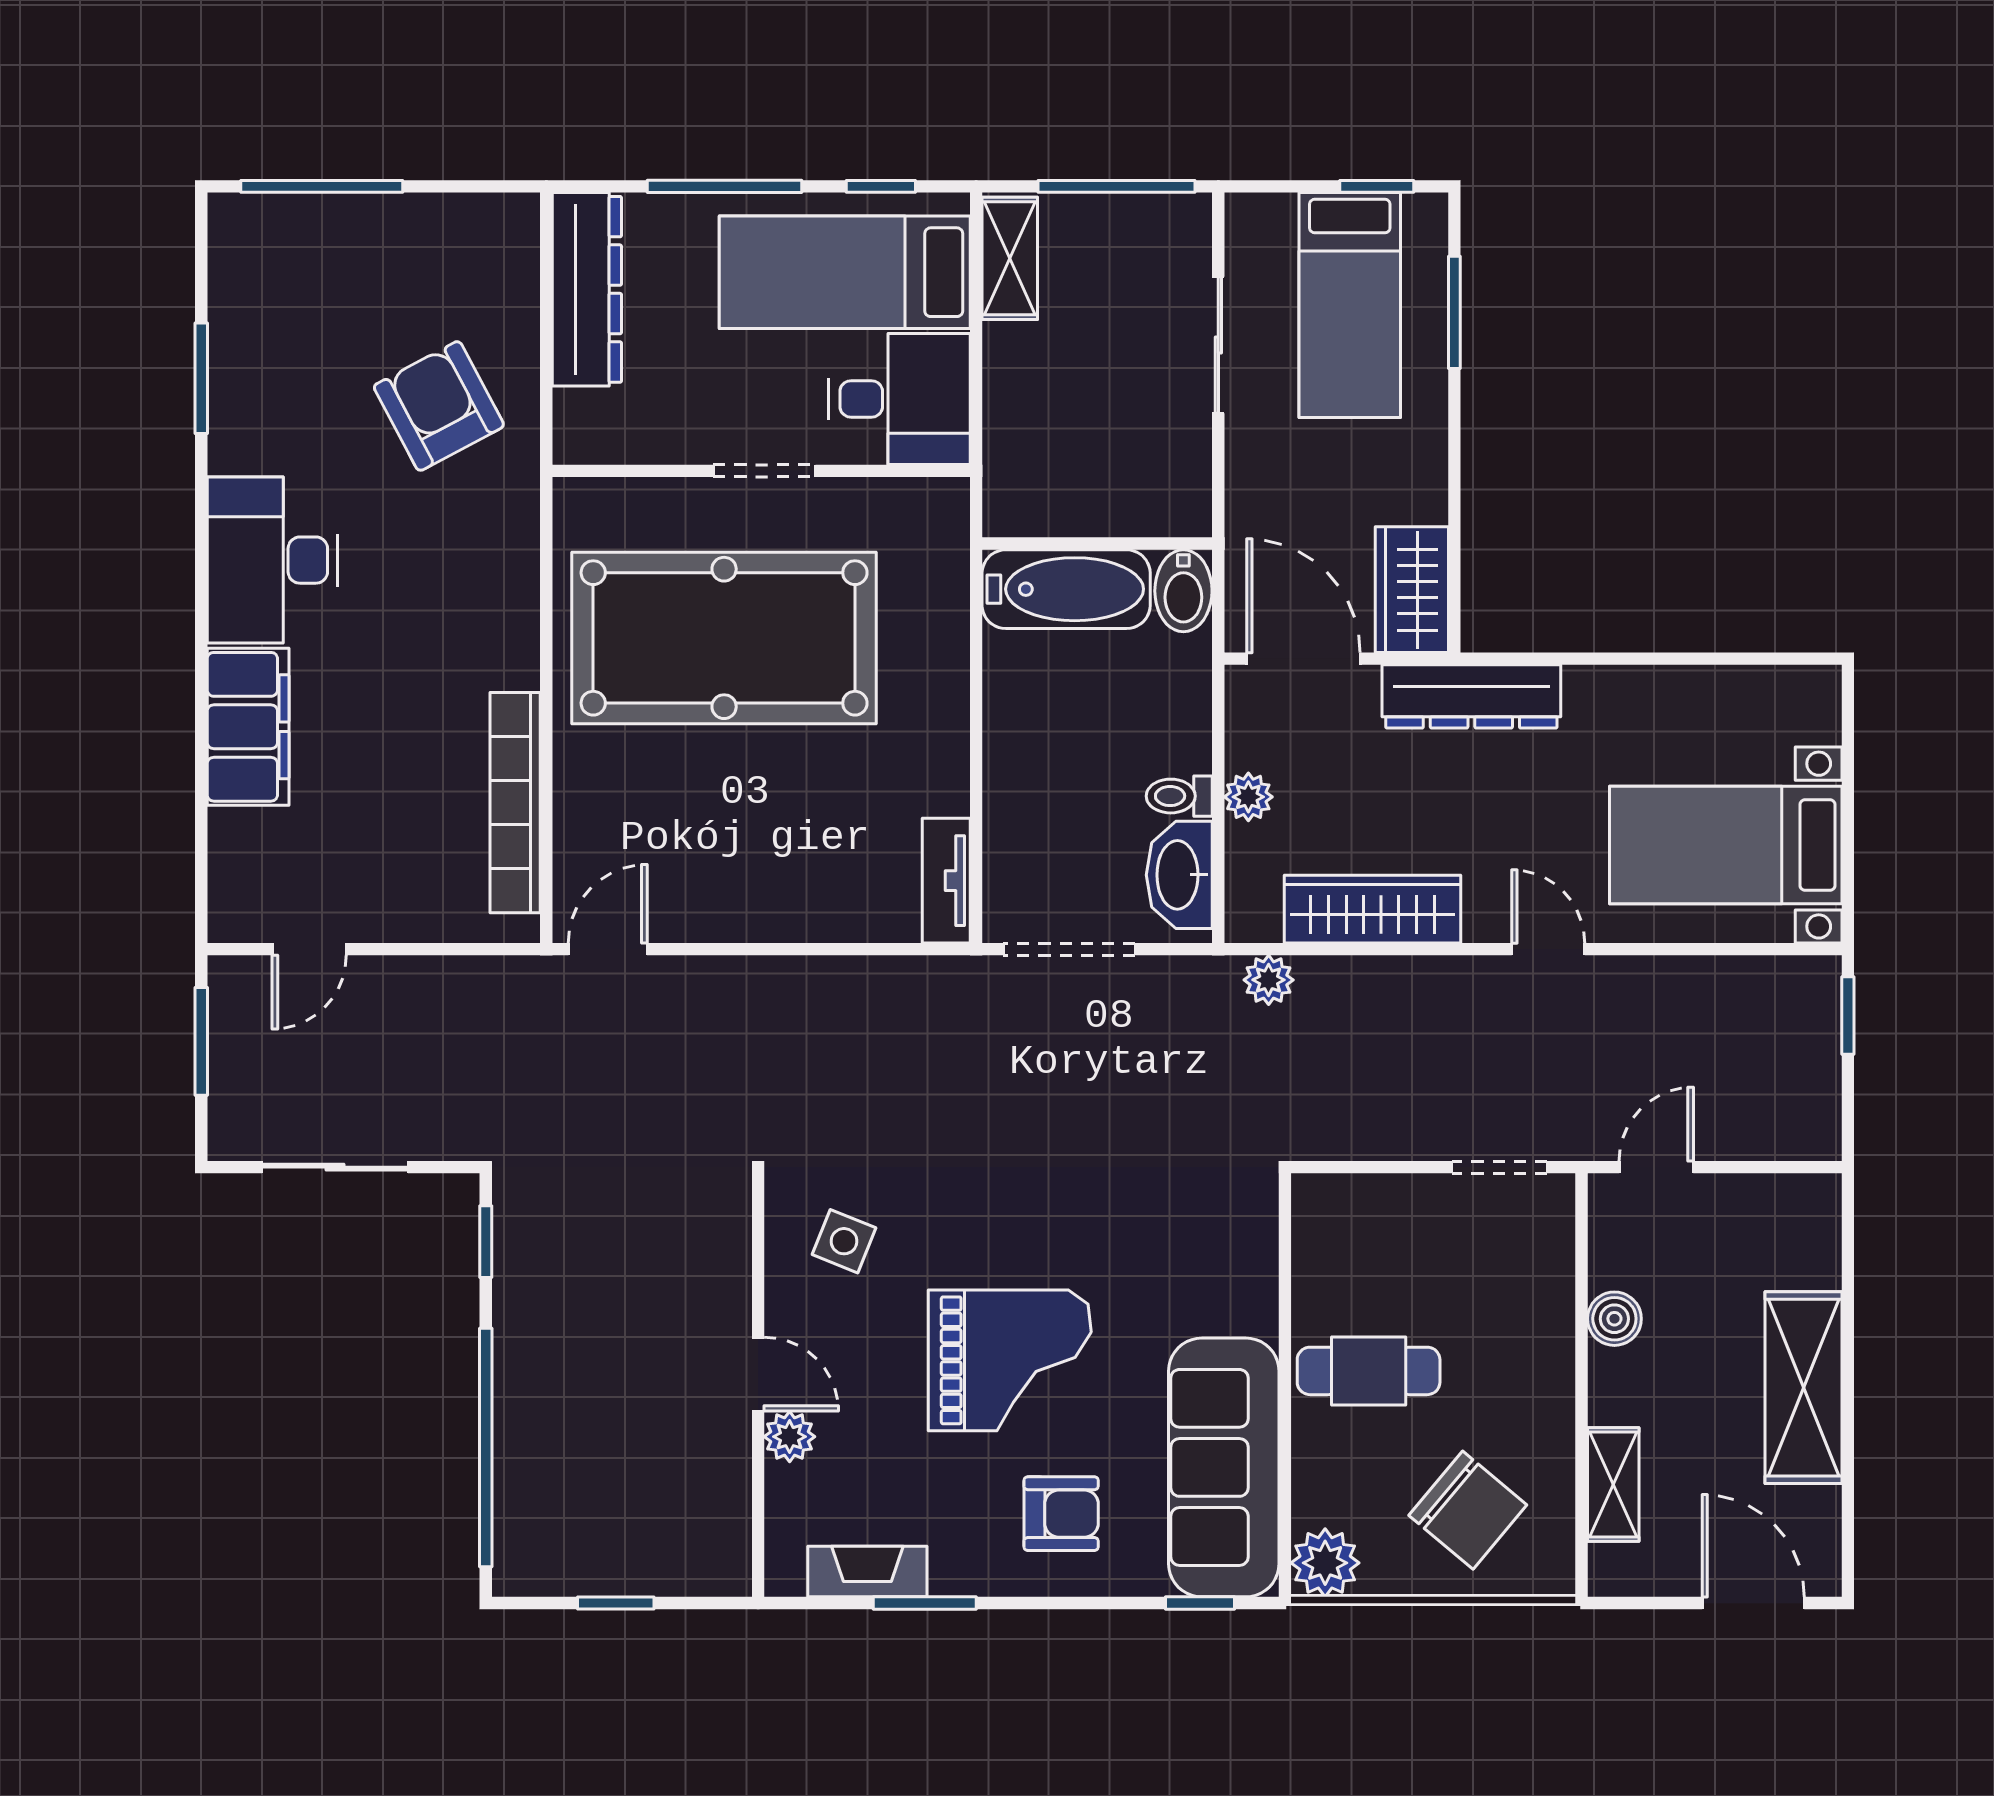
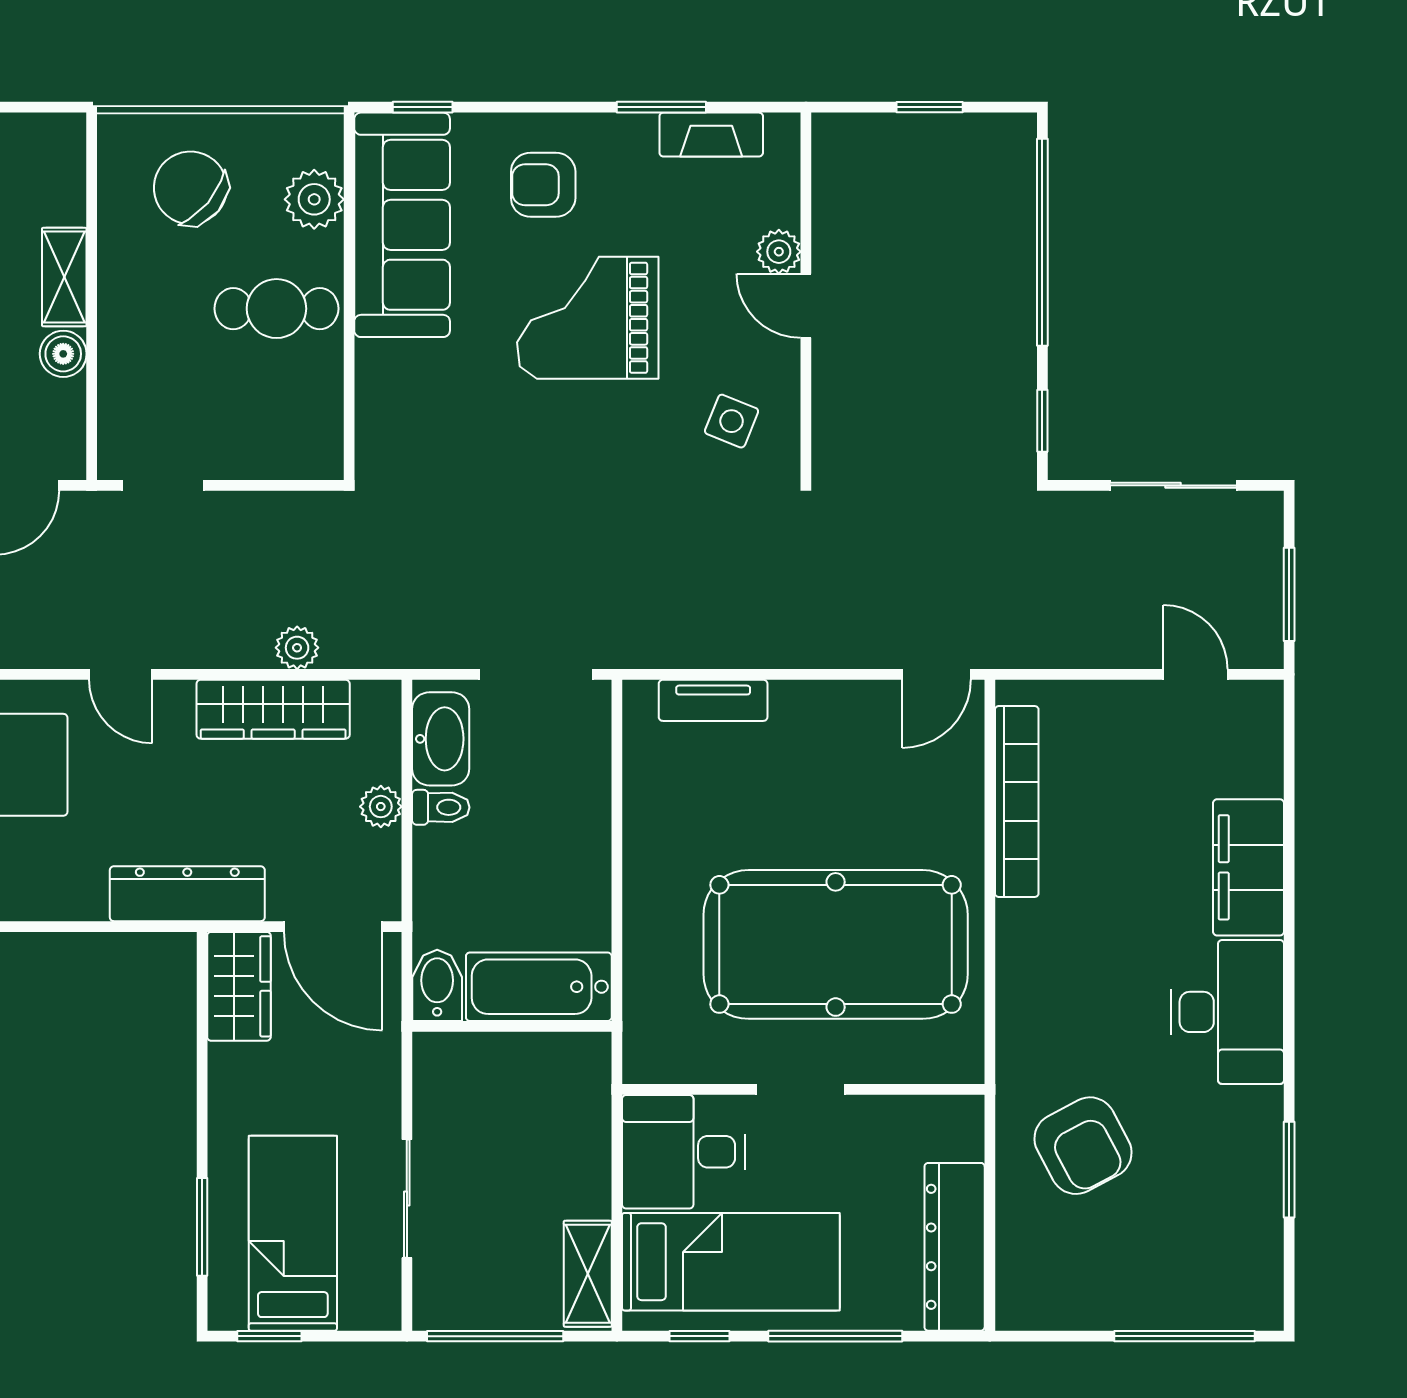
tv unit: (946, 881) -> (713, 700), moved, turned 90
door: (309, 949) -> (1195, 674), hinge flipped
plant: (1269, 980) -> (297, 648), moved
shelving: (1613, 1484) -> (64, 277), moved
plant: (1325, 1563) -> (314, 199), moved

